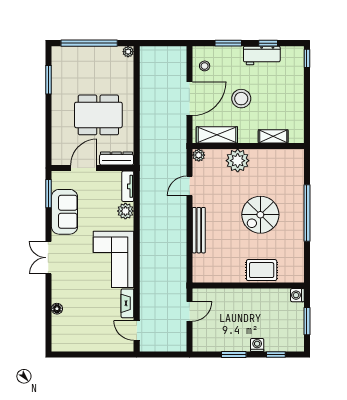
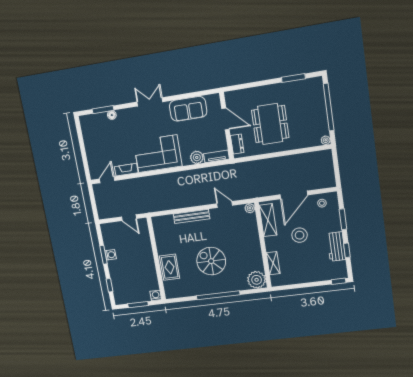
door: (189, 99) -> (294, 195), hinge flipped
dresser: (117, 159) -> (237, 144), width x0.70
plant: (238, 161) -> (257, 280), moved
window: (48, 194) -> (103, 110), moved
washing machine: (257, 345) -> (111, 255), moved

